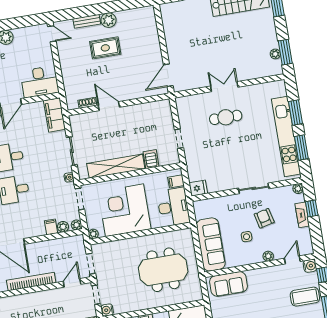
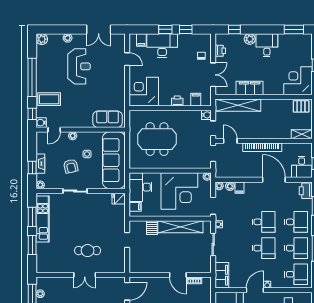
kitchen unit: (286, 136) -> (43, 219), width x0.73
sofa: (211, 244) -> (114, 160), width x1.36, depth x1.27
door: (72, 283) -> (230, 141), swing flipped

